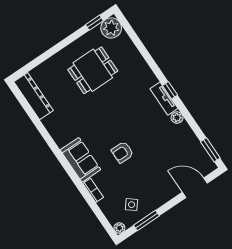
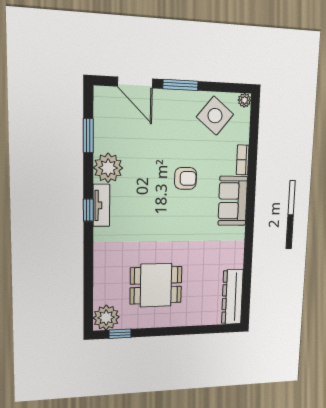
plant: (177, 118) -> (108, 168), width x1.88, depth x1.88
window: (210, 150) -> (88, 136), moved
side table: (132, 205) -> (215, 116), width x1.87, depth x1.87
window: (146, 221) -> (181, 85), moved

